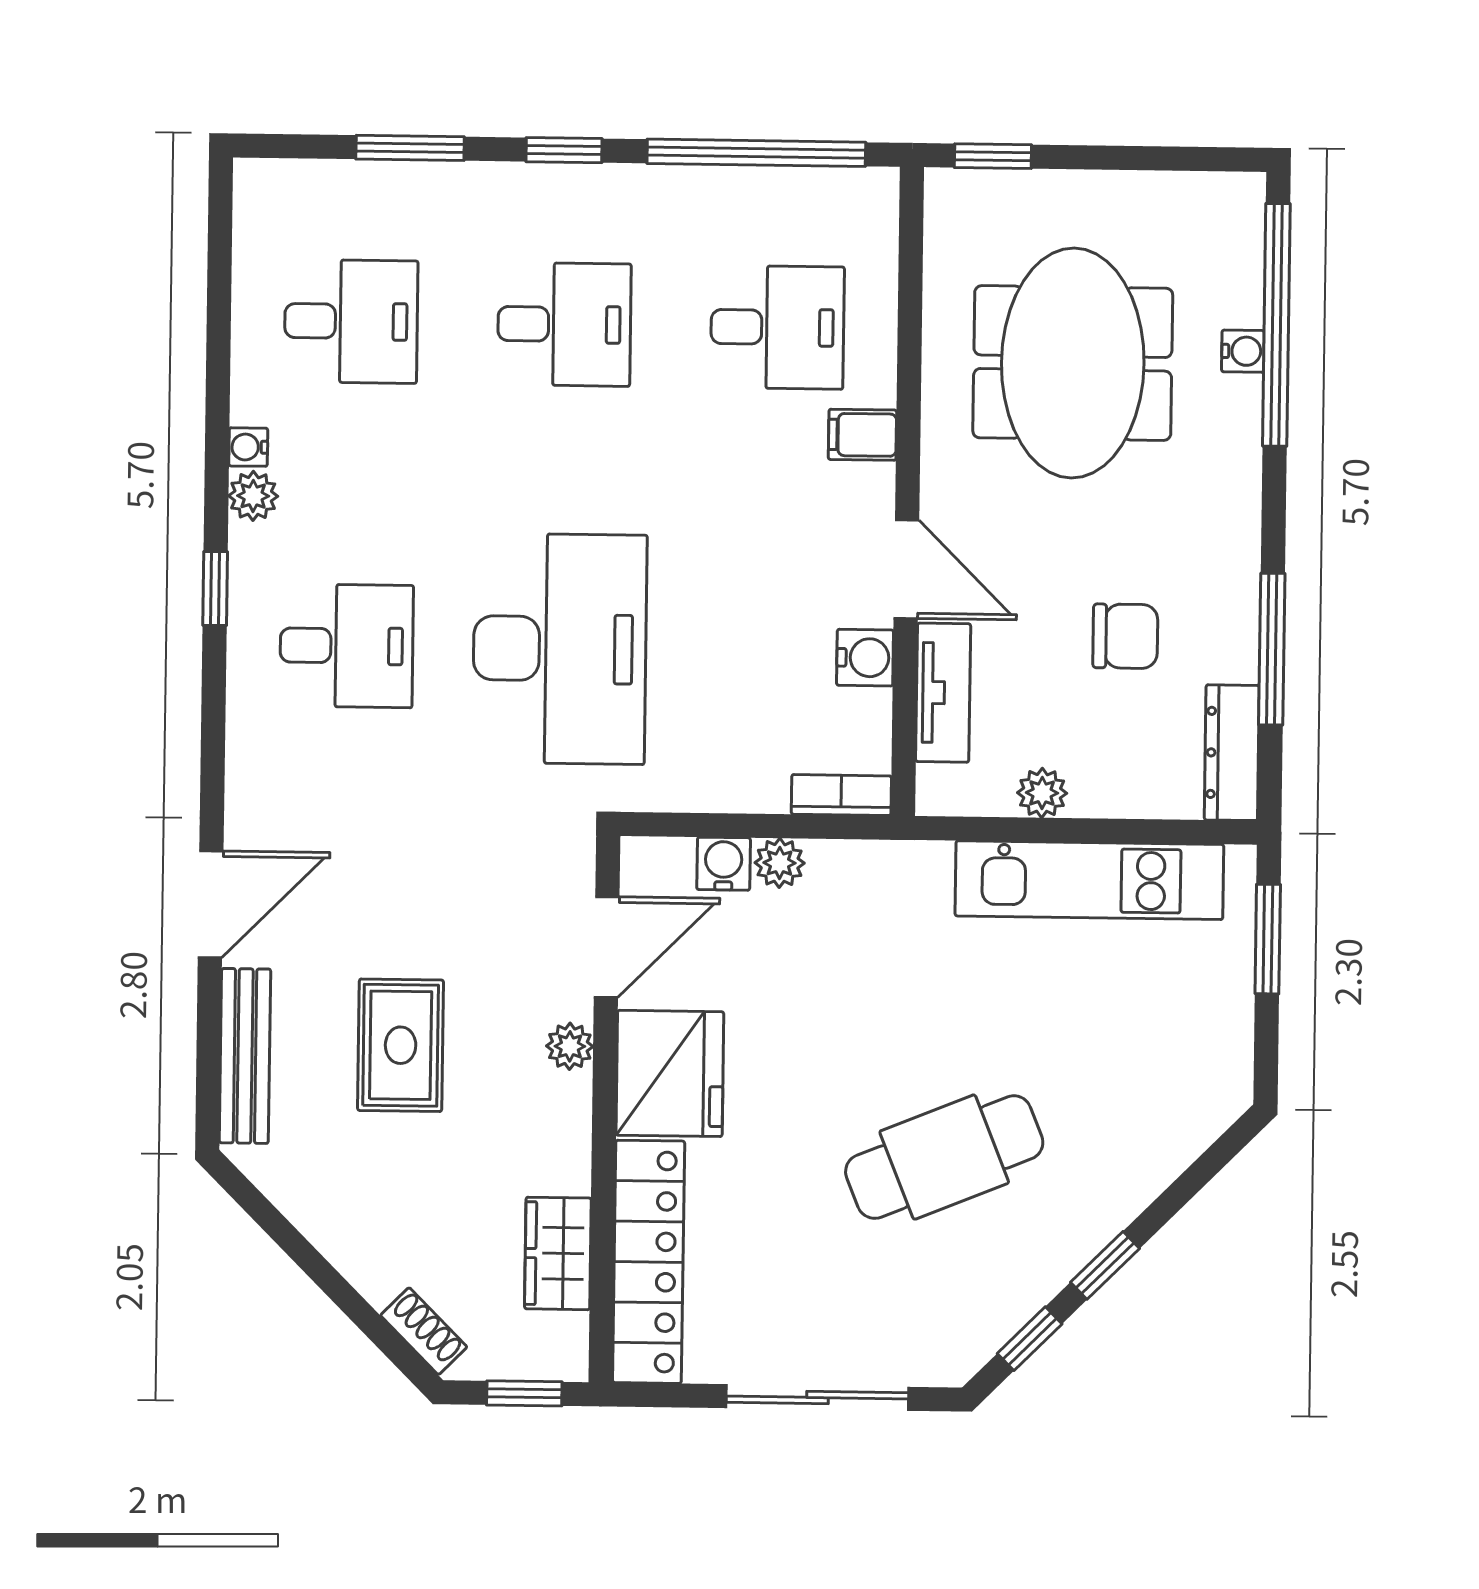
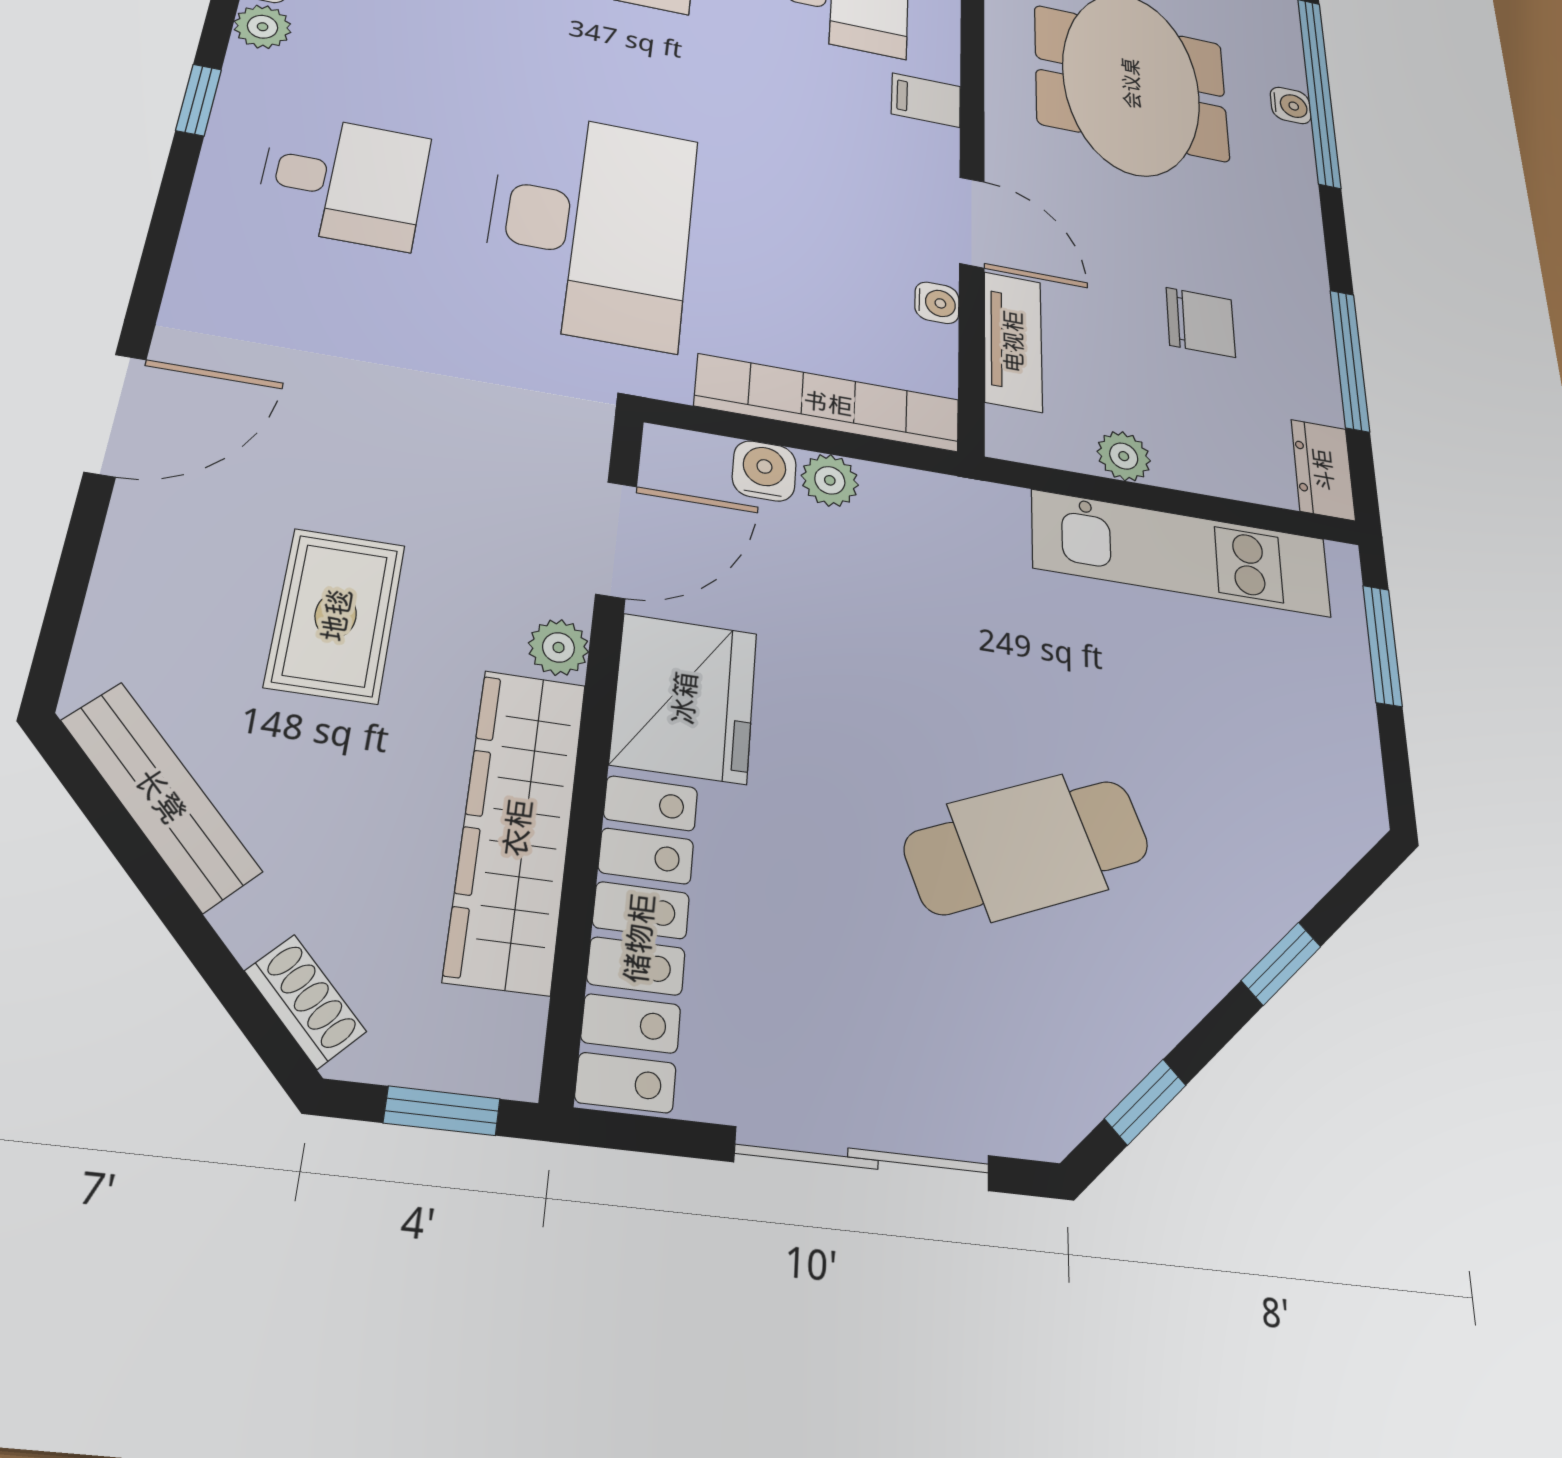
water cooler: (865, 658) -> (937, 303), width x0.72, depth x0.72
dresser: (1232, 753) -> (1323, 470), width x0.70
bookcase: (841, 795) -> (828, 403), width x2.31, depth x1.31
bench: (245, 1056) -> (161, 796), moved, turned -45
wardrobe: (558, 1253) -> (517, 828), width x2.10, depth x1.17
window: (1105, 1265) -> (1281, 964), moved

